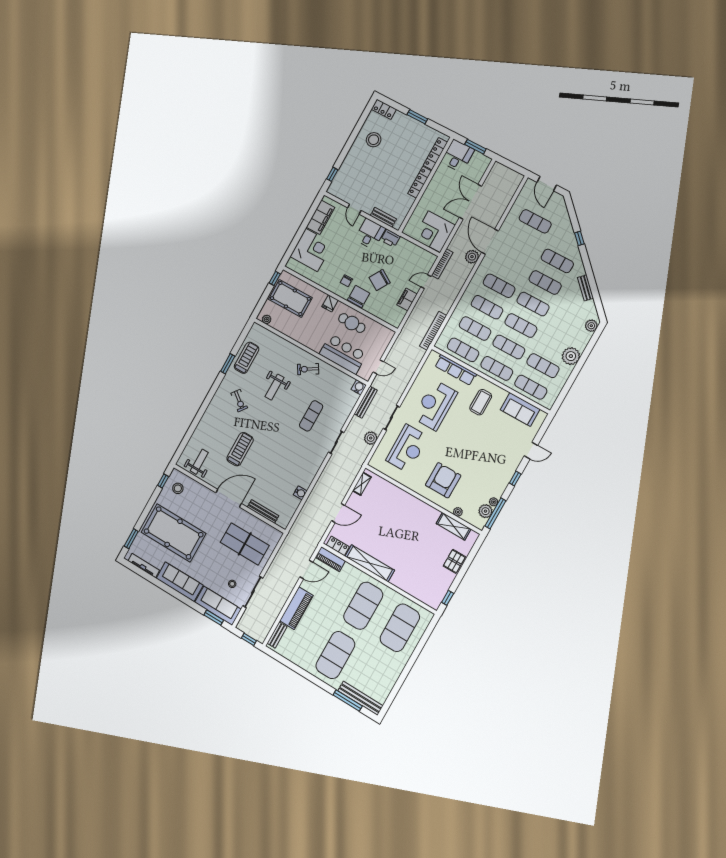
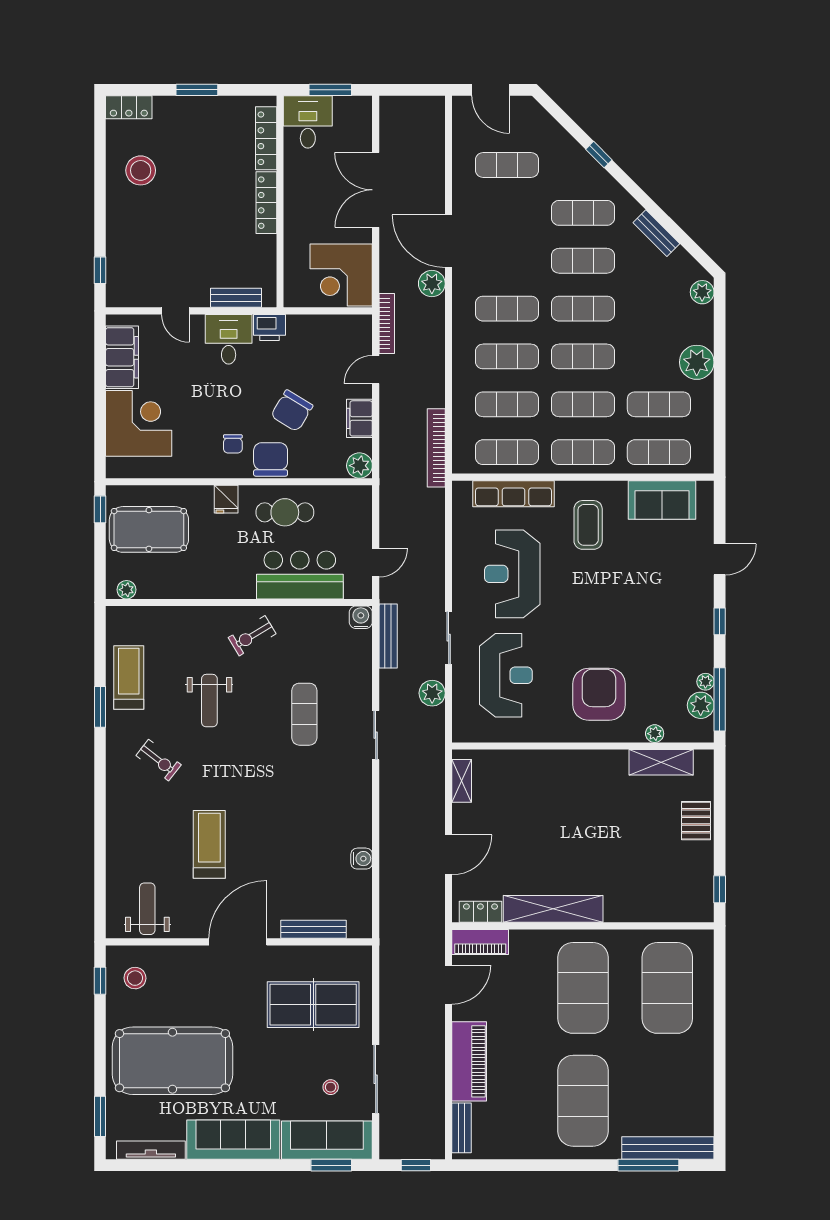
plant: (395, 320) -> (359, 466), added

